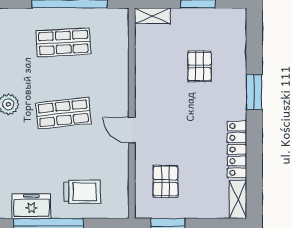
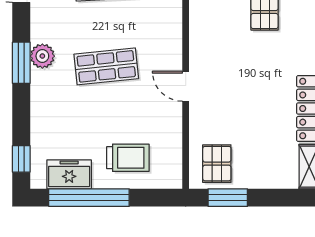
pallet: (166, 181) -> (217, 164), moved

